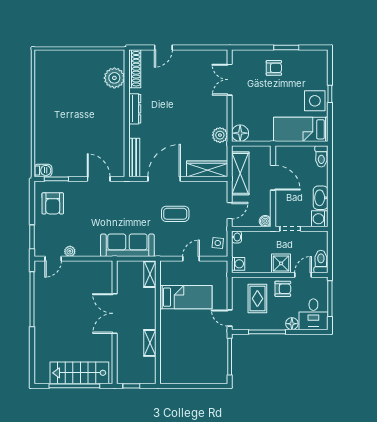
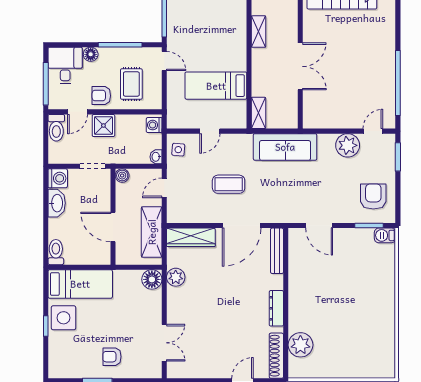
plant: (70, 251) -> (348, 145), width x1.87, depth x1.87

